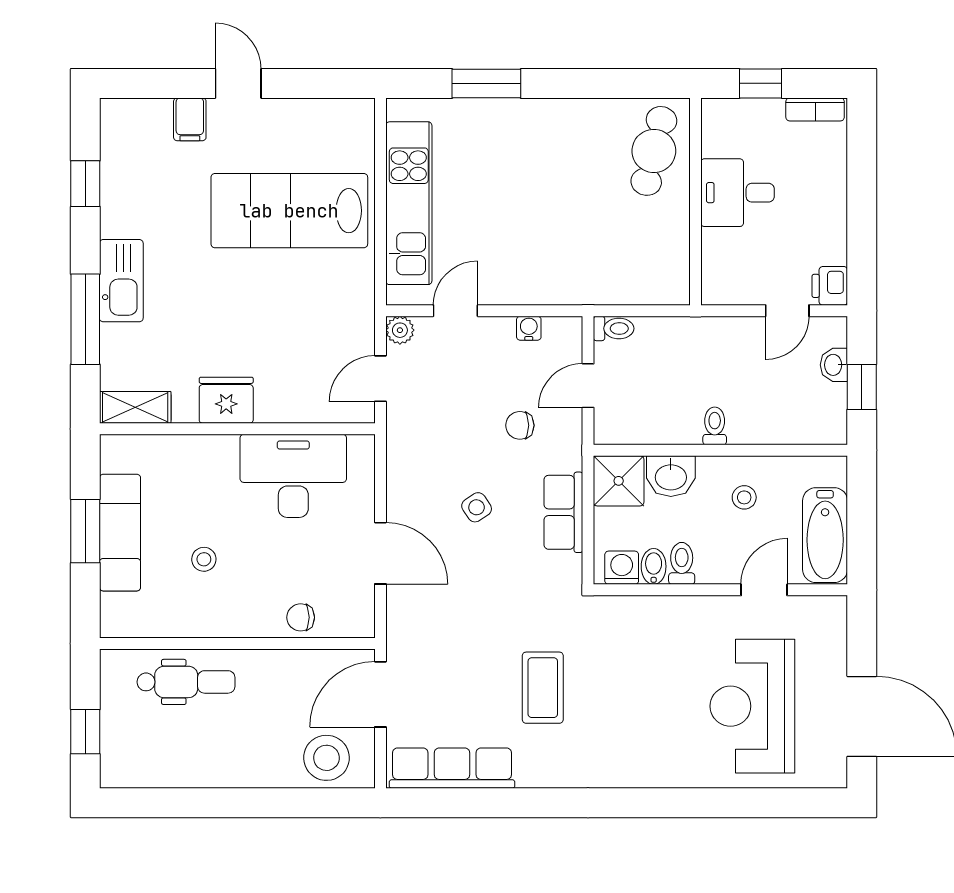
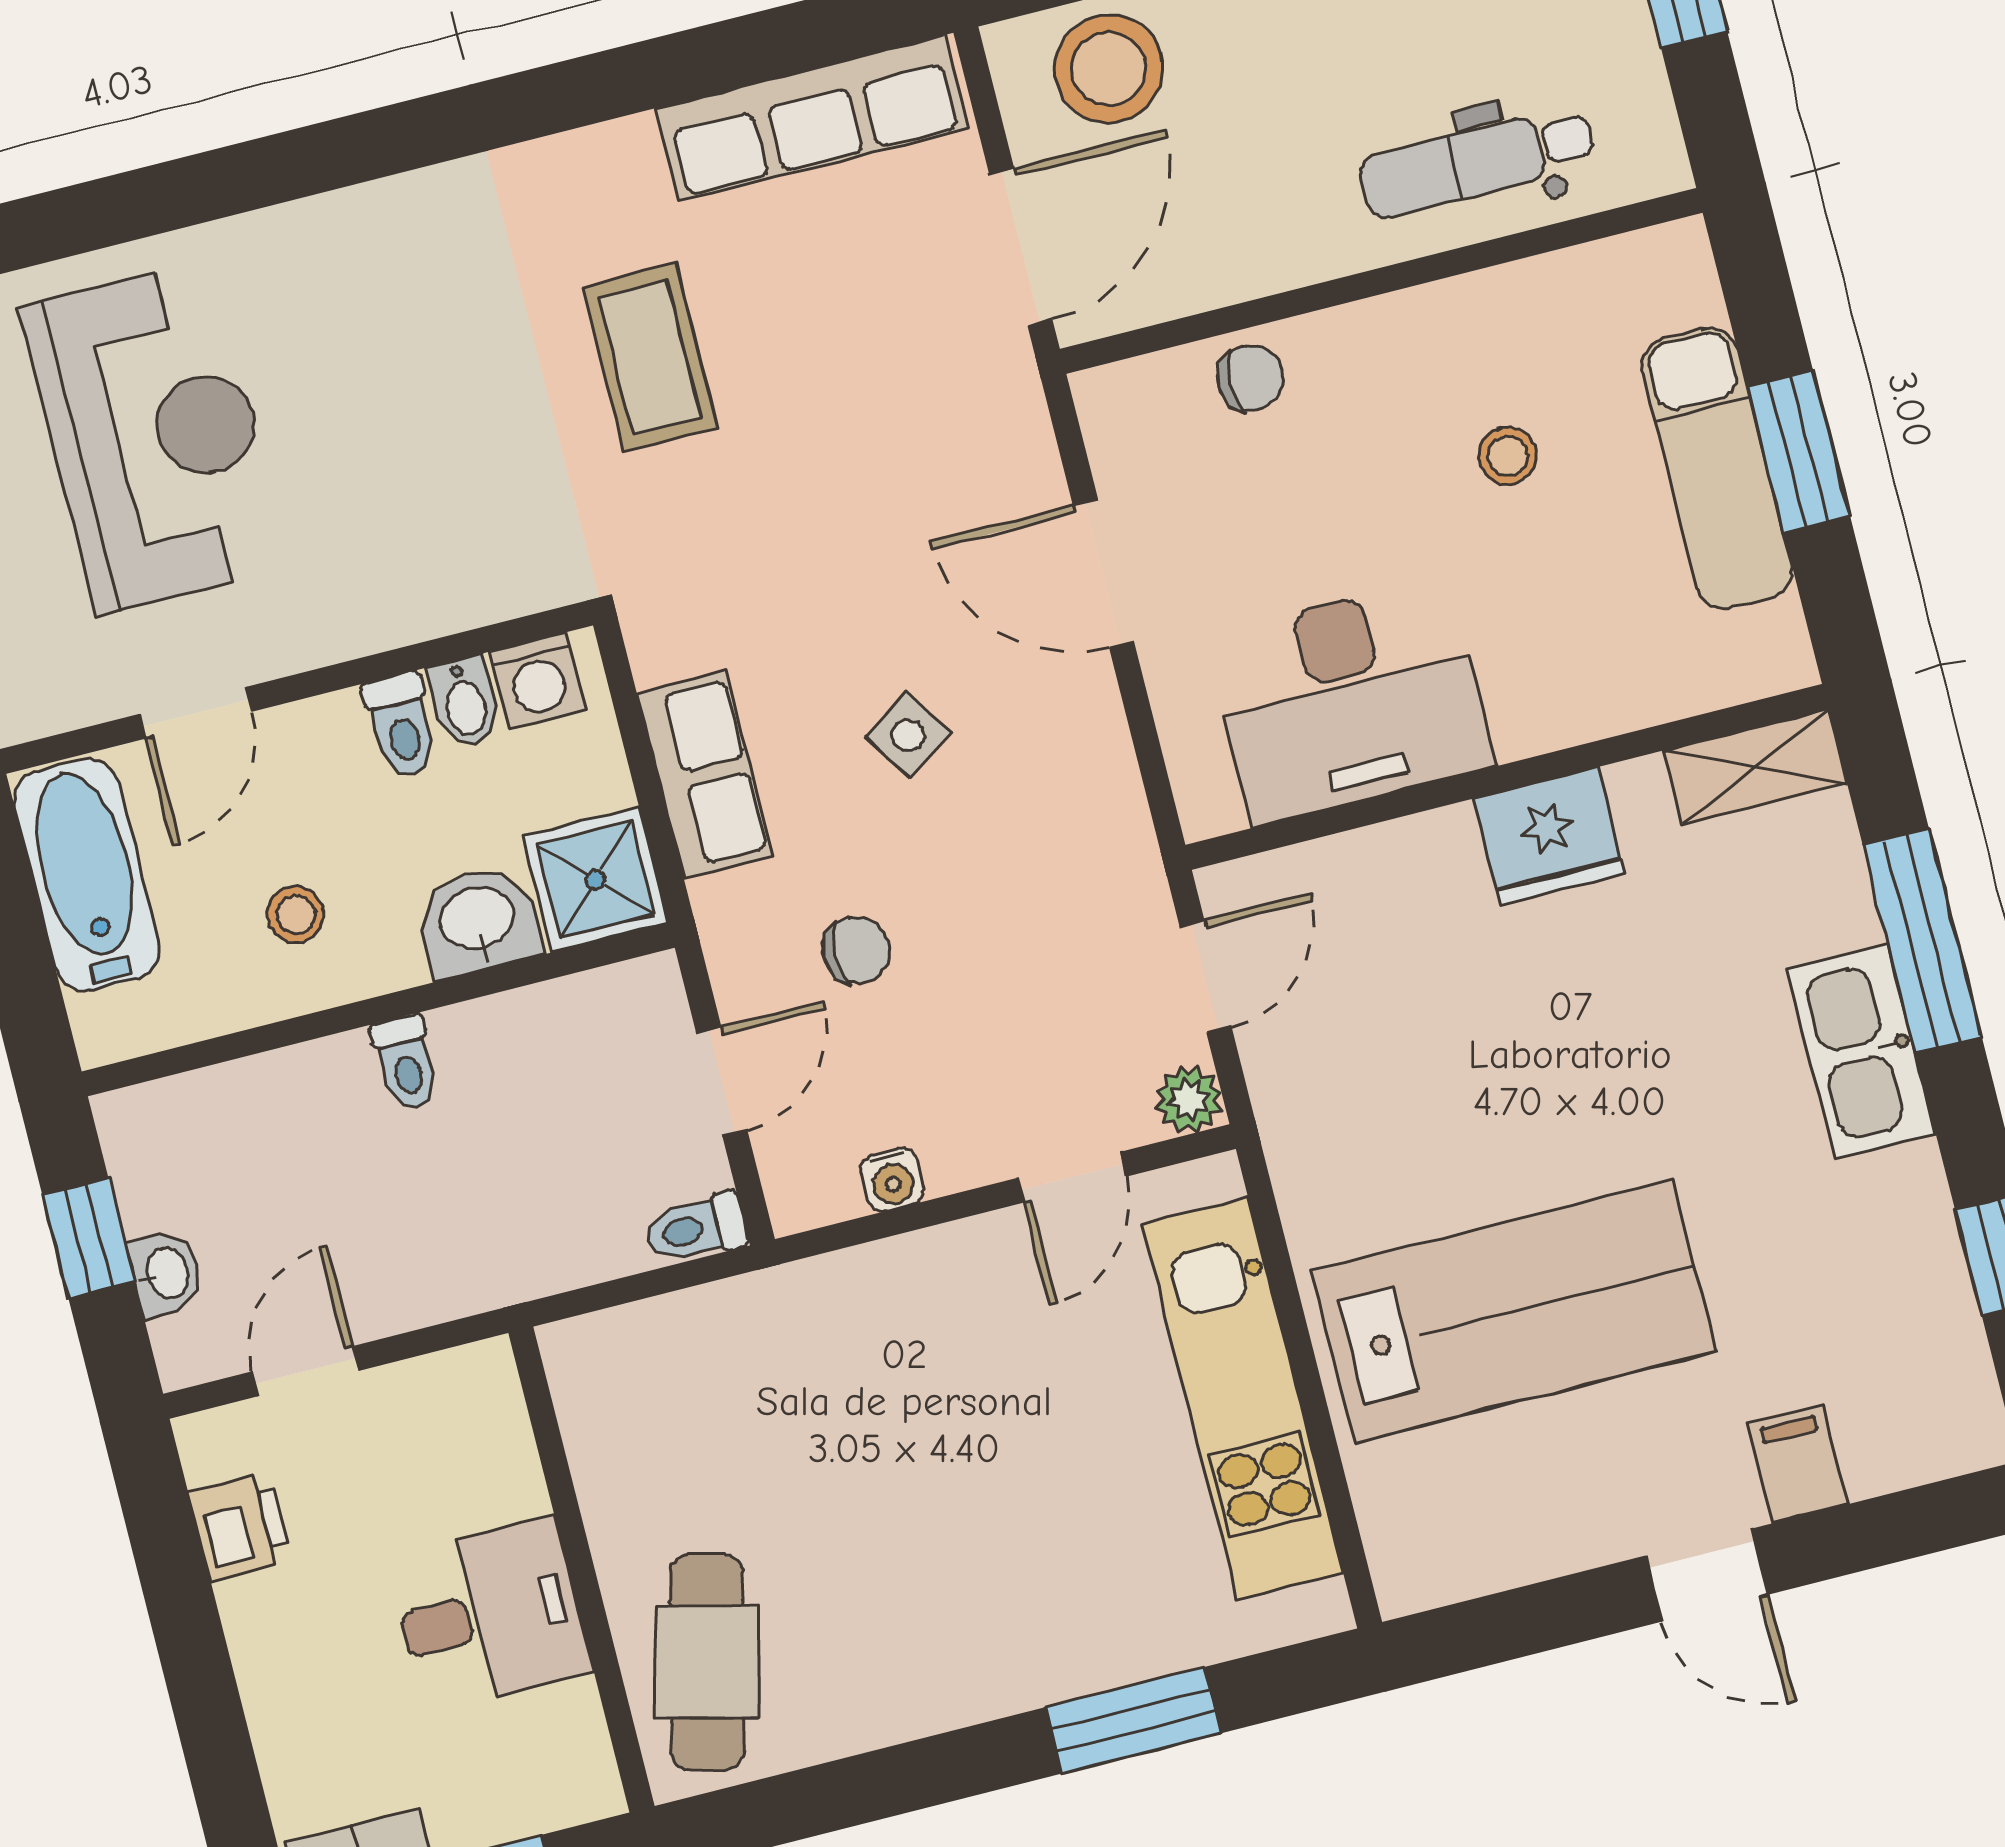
printer: (830, 286) -> (240, 1526), moved

